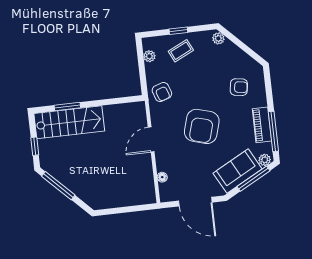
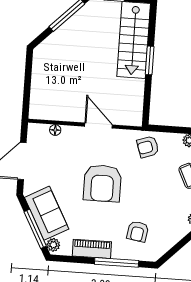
window: (67, 107) -> (150, 60), moved
armchair: (202, 126) -> (102, 183), turned -106
window: (273, 131) -> (117, 262), moved

